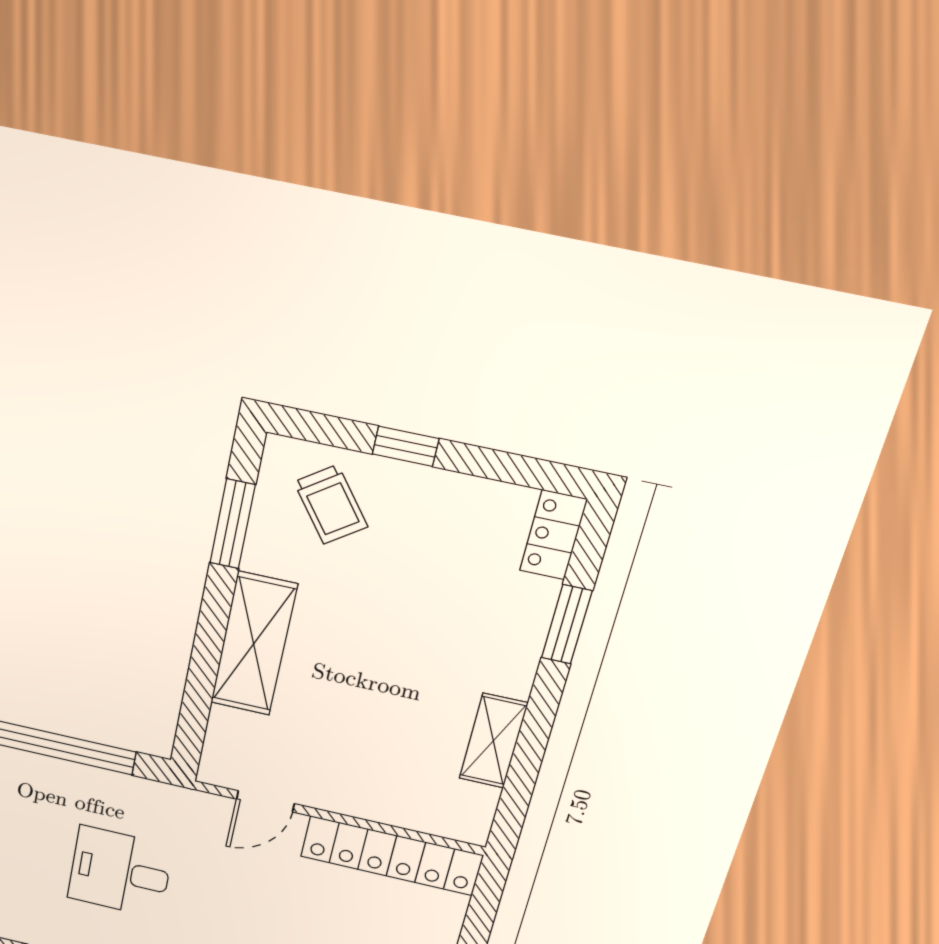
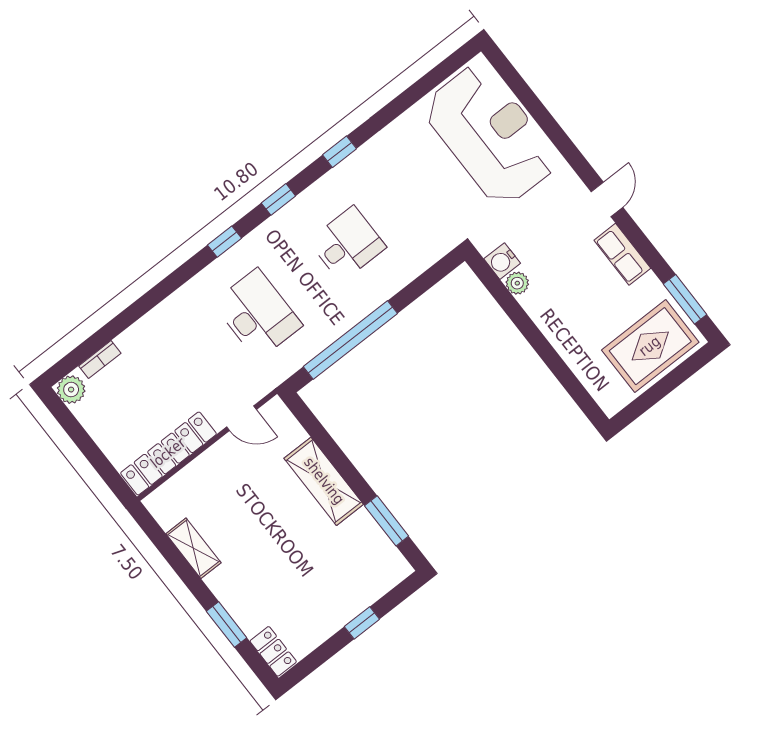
trolley: (331, 504) -> (361, 570), removed
door: (265, 801) -> (241, 418), swing flipped
desk: (120, 872) -> (257, 314), width x1.37

